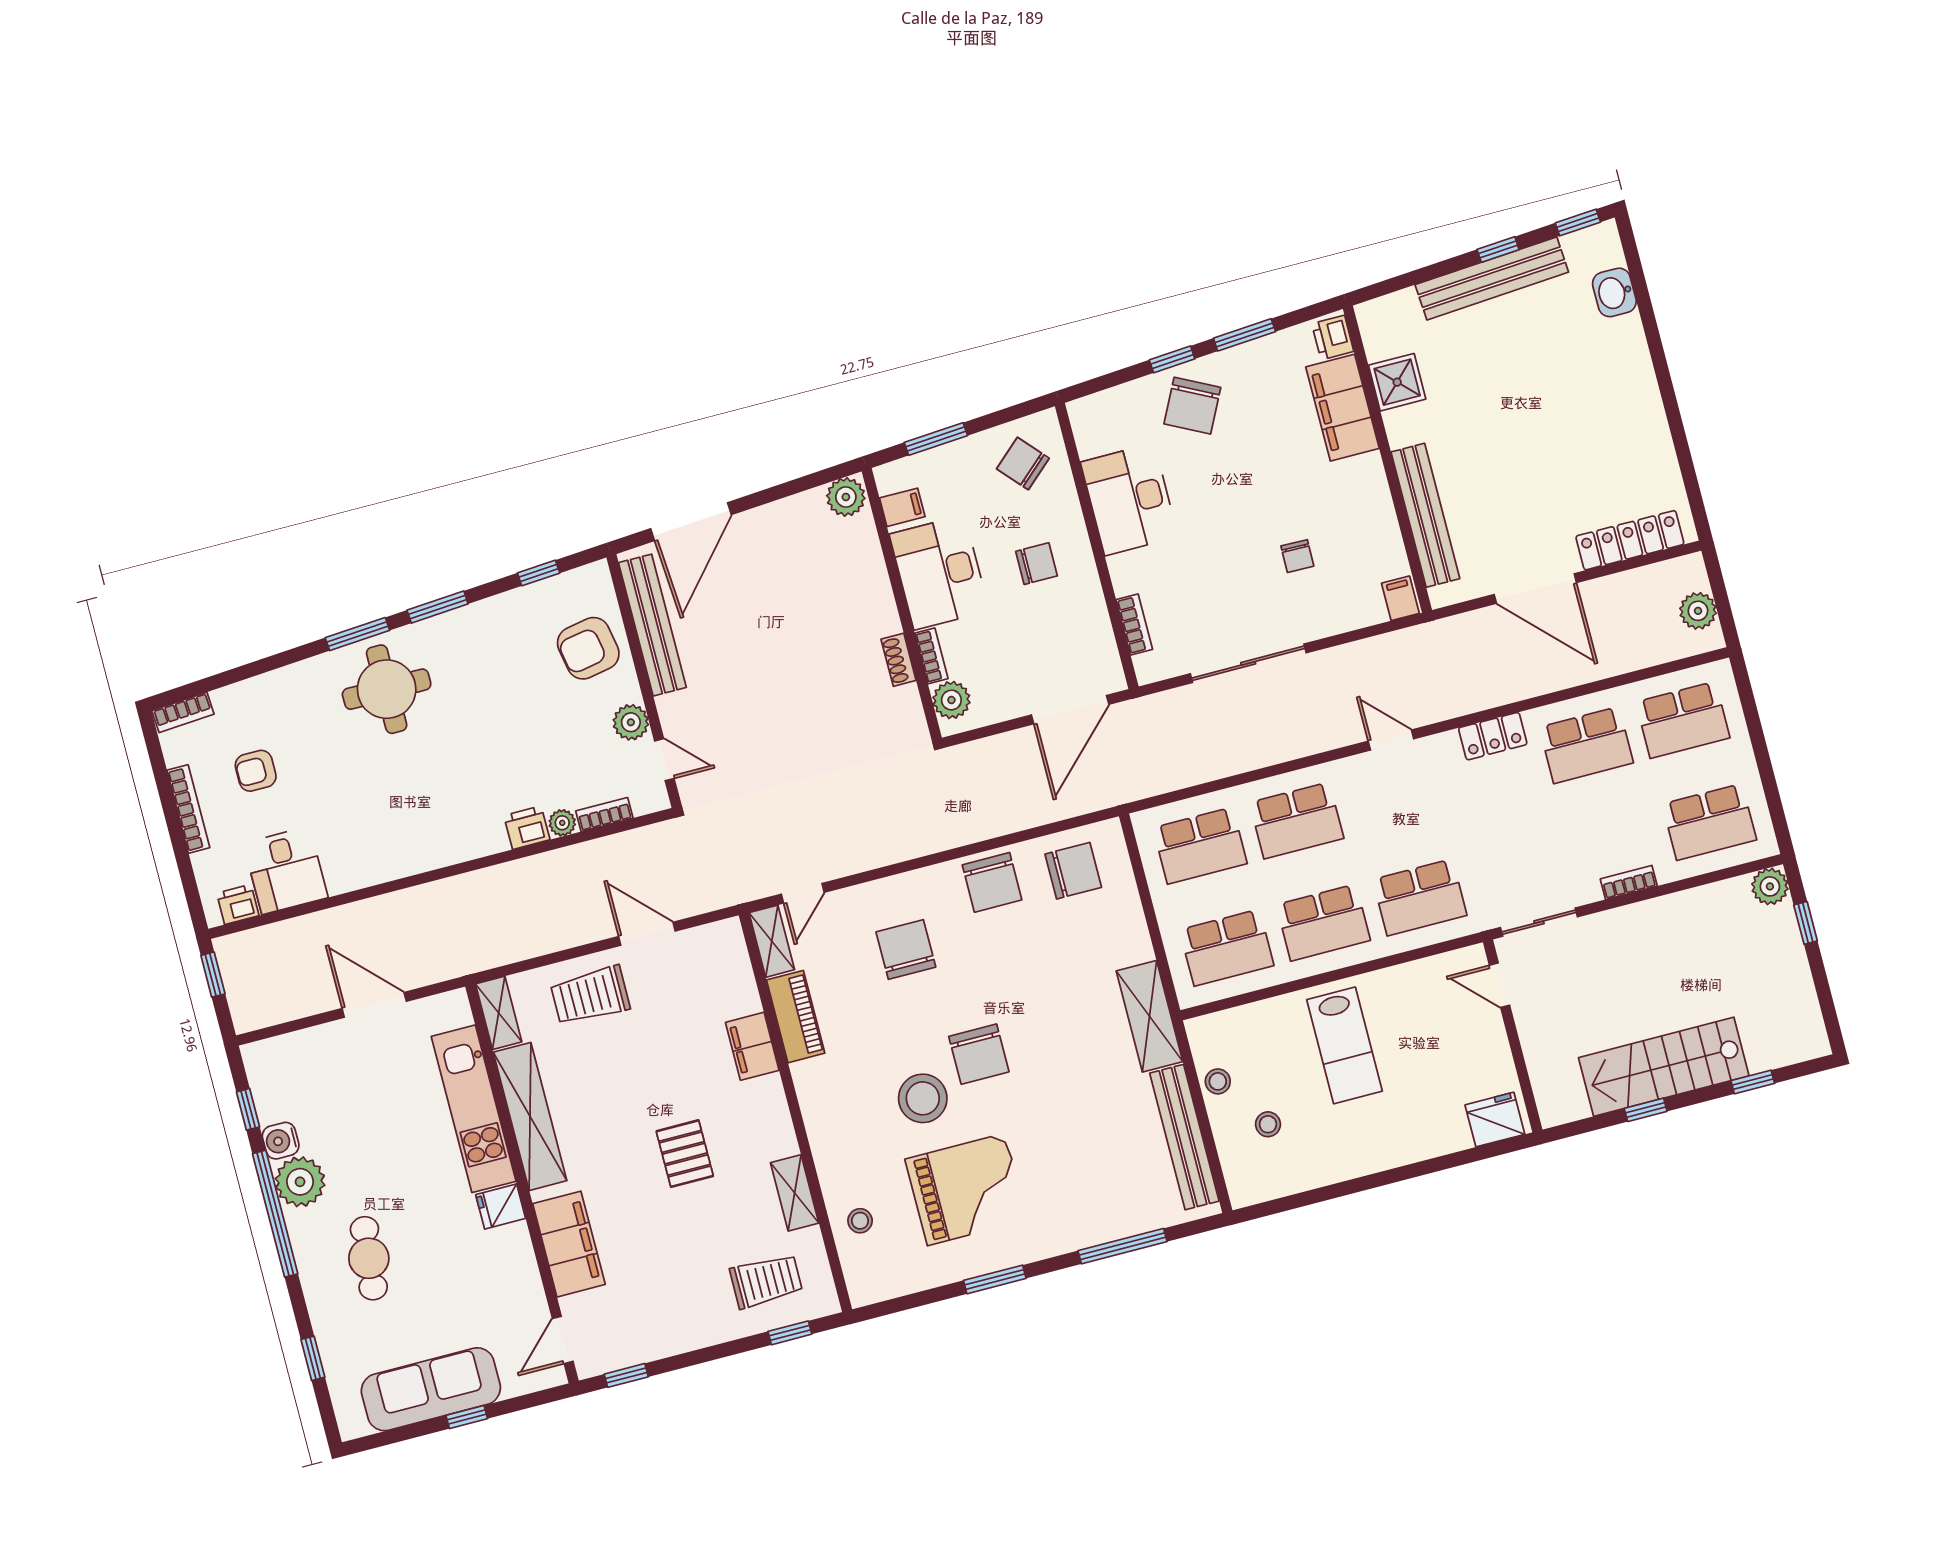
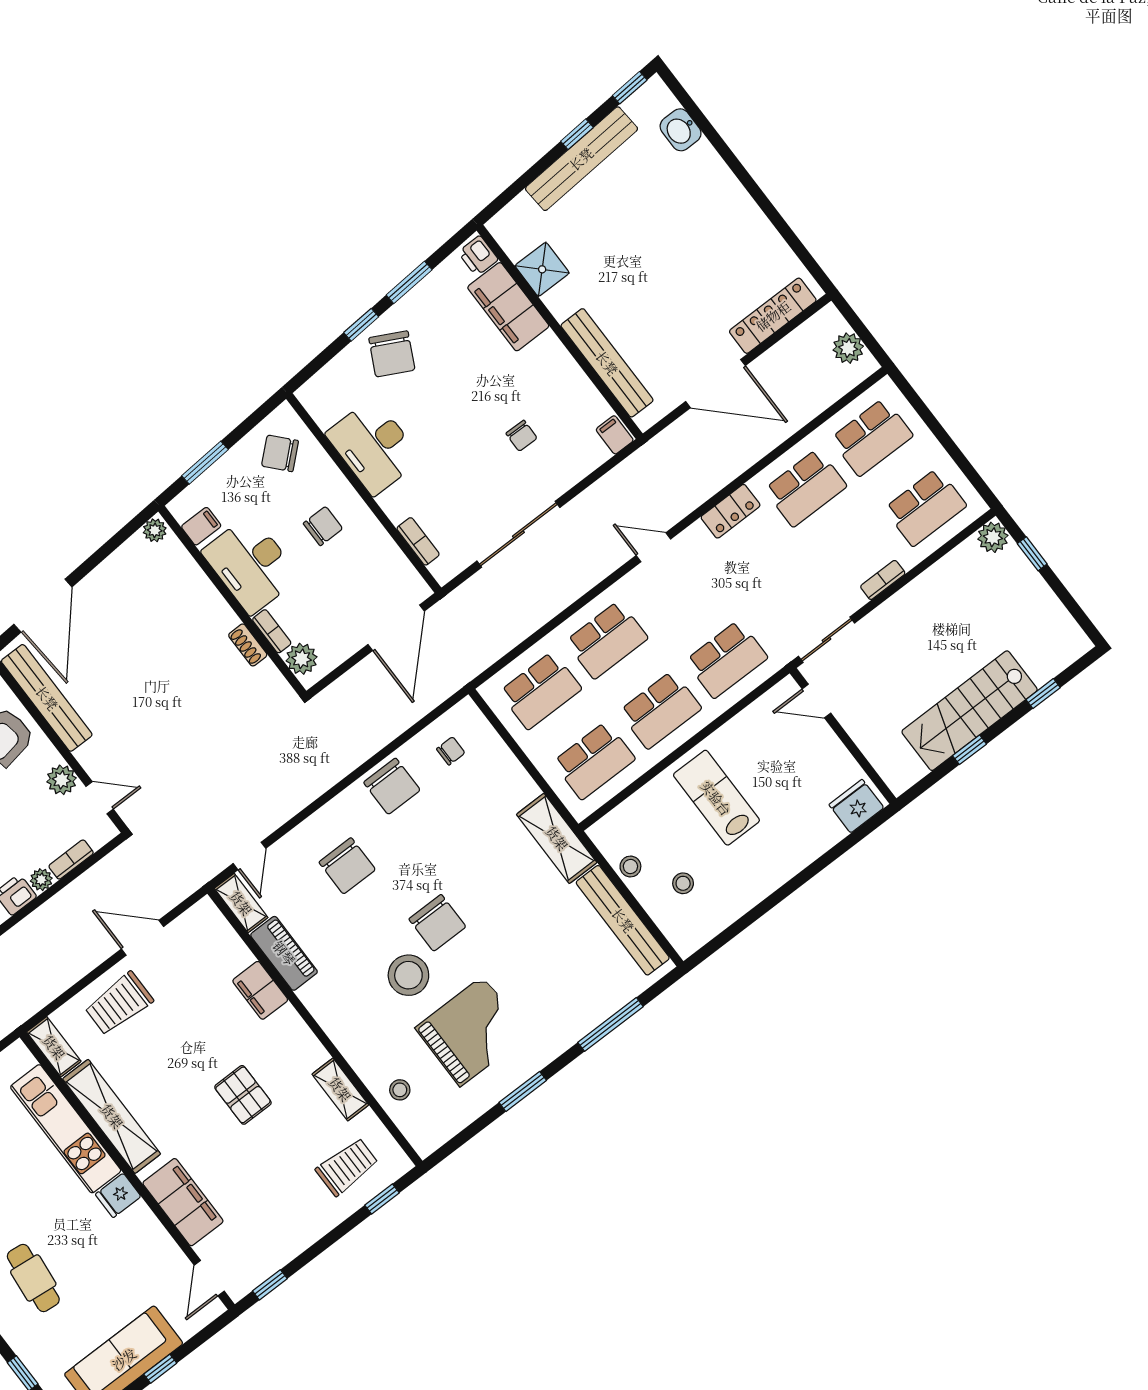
plant: (846, 497) -> (155, 530), width x0.73, depth x0.73
chair: (1073, 871) -> (451, 751), width x0.54, depth x0.54
chair: (906, 949) -> (347, 866), turned 180
lab bench: (1345, 1045) -> (716, 798), turned 180

